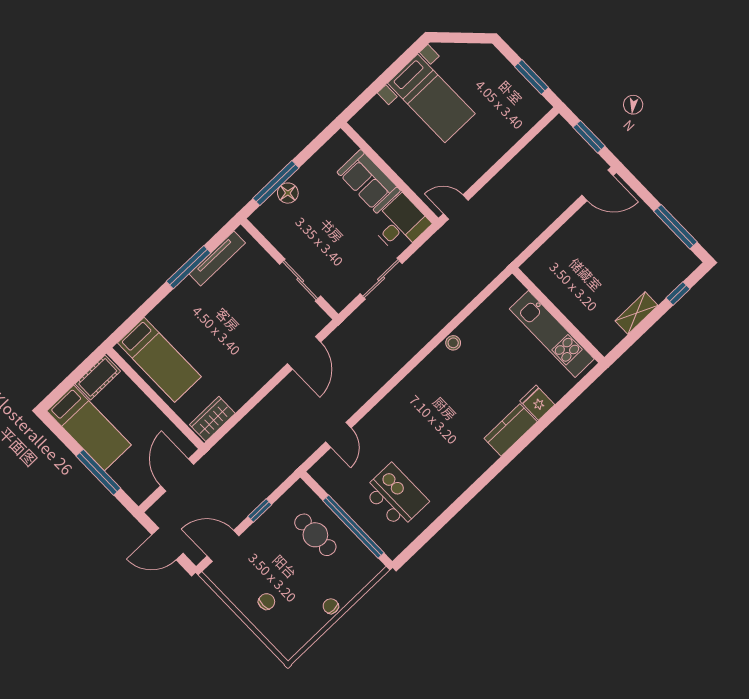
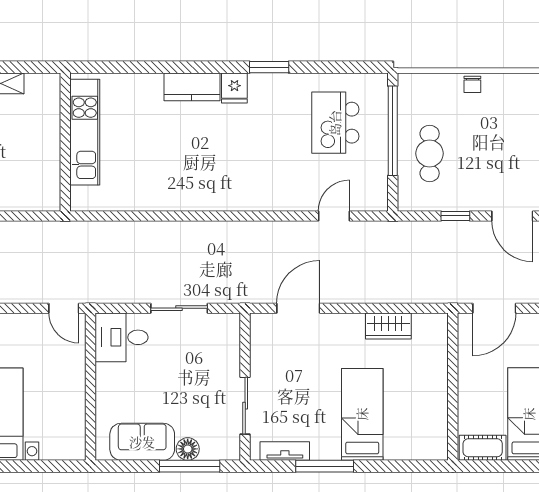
sofa: (369, 181) -> (142, 442), moved, turned -90
tv unit: (217, 258) -> (285, 451), width x0.71
sliding door: (300, 280) -> (245, 406), moved
stool: (453, 343) -> (171, 201), removed
bed: (159, 360) -> (362, 414), moved
fridge: (537, 403) -> (234, 88), moved
wardrobe: (212, 419) -> (388, 326), moved
window: (473, 491) -> (269, 67), added
chair: (267, 602) -> (520, 138), removed

